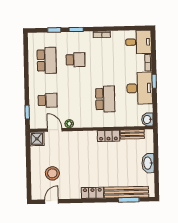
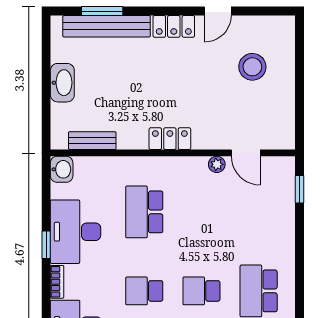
school desk: (48, 100) -> (144, 291), moved
locker: (108, 136) -> (170, 139), moved
shower: (37, 139) -> (281, 136), removed
door: (52, 201) -> (218, 11), moved

